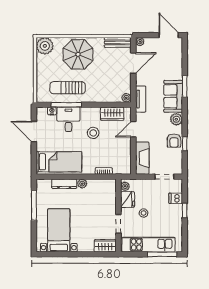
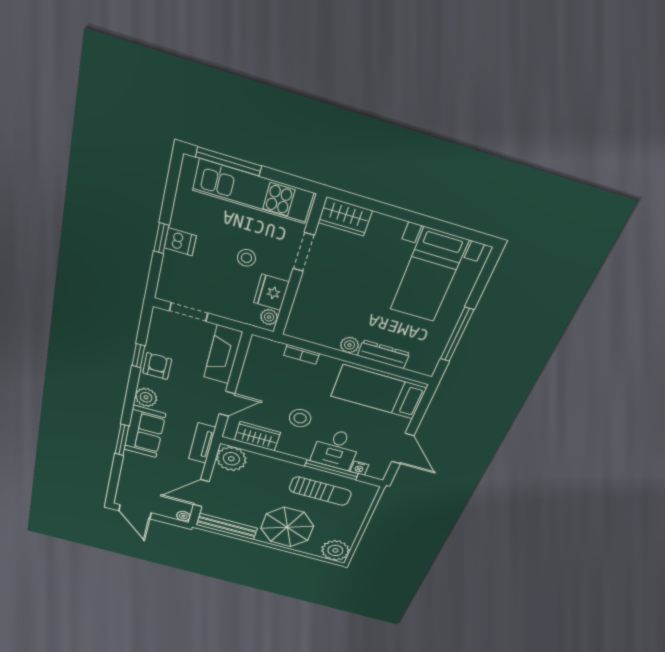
bench: (118, 42) -> (227, 526), width x1.36
plant: (126, 98) -> (231, 459), width x1.88, depth x1.88
dishwasher: (176, 198) -> (180, 242), moved

